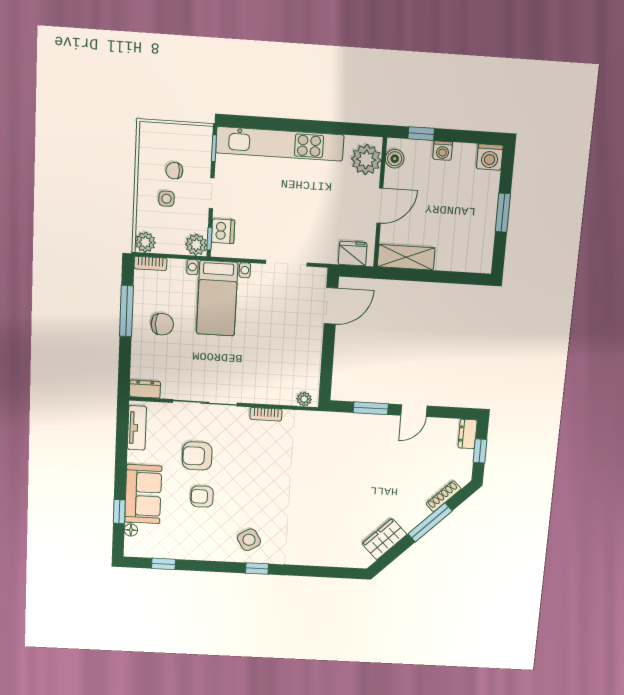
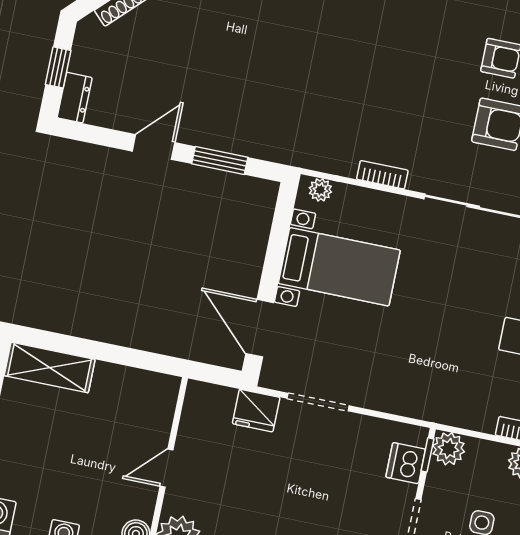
door: (380, 206) -> (167, 468), width x0.73
fridge: (353, 254) -> (256, 411), moved
shelving: (406, 257) -> (50, 367), moved
bed with nightstands: (217, 298) -> (339, 267), moved, turned 90
door: (331, 306) -> (260, 328), hinge flipped

